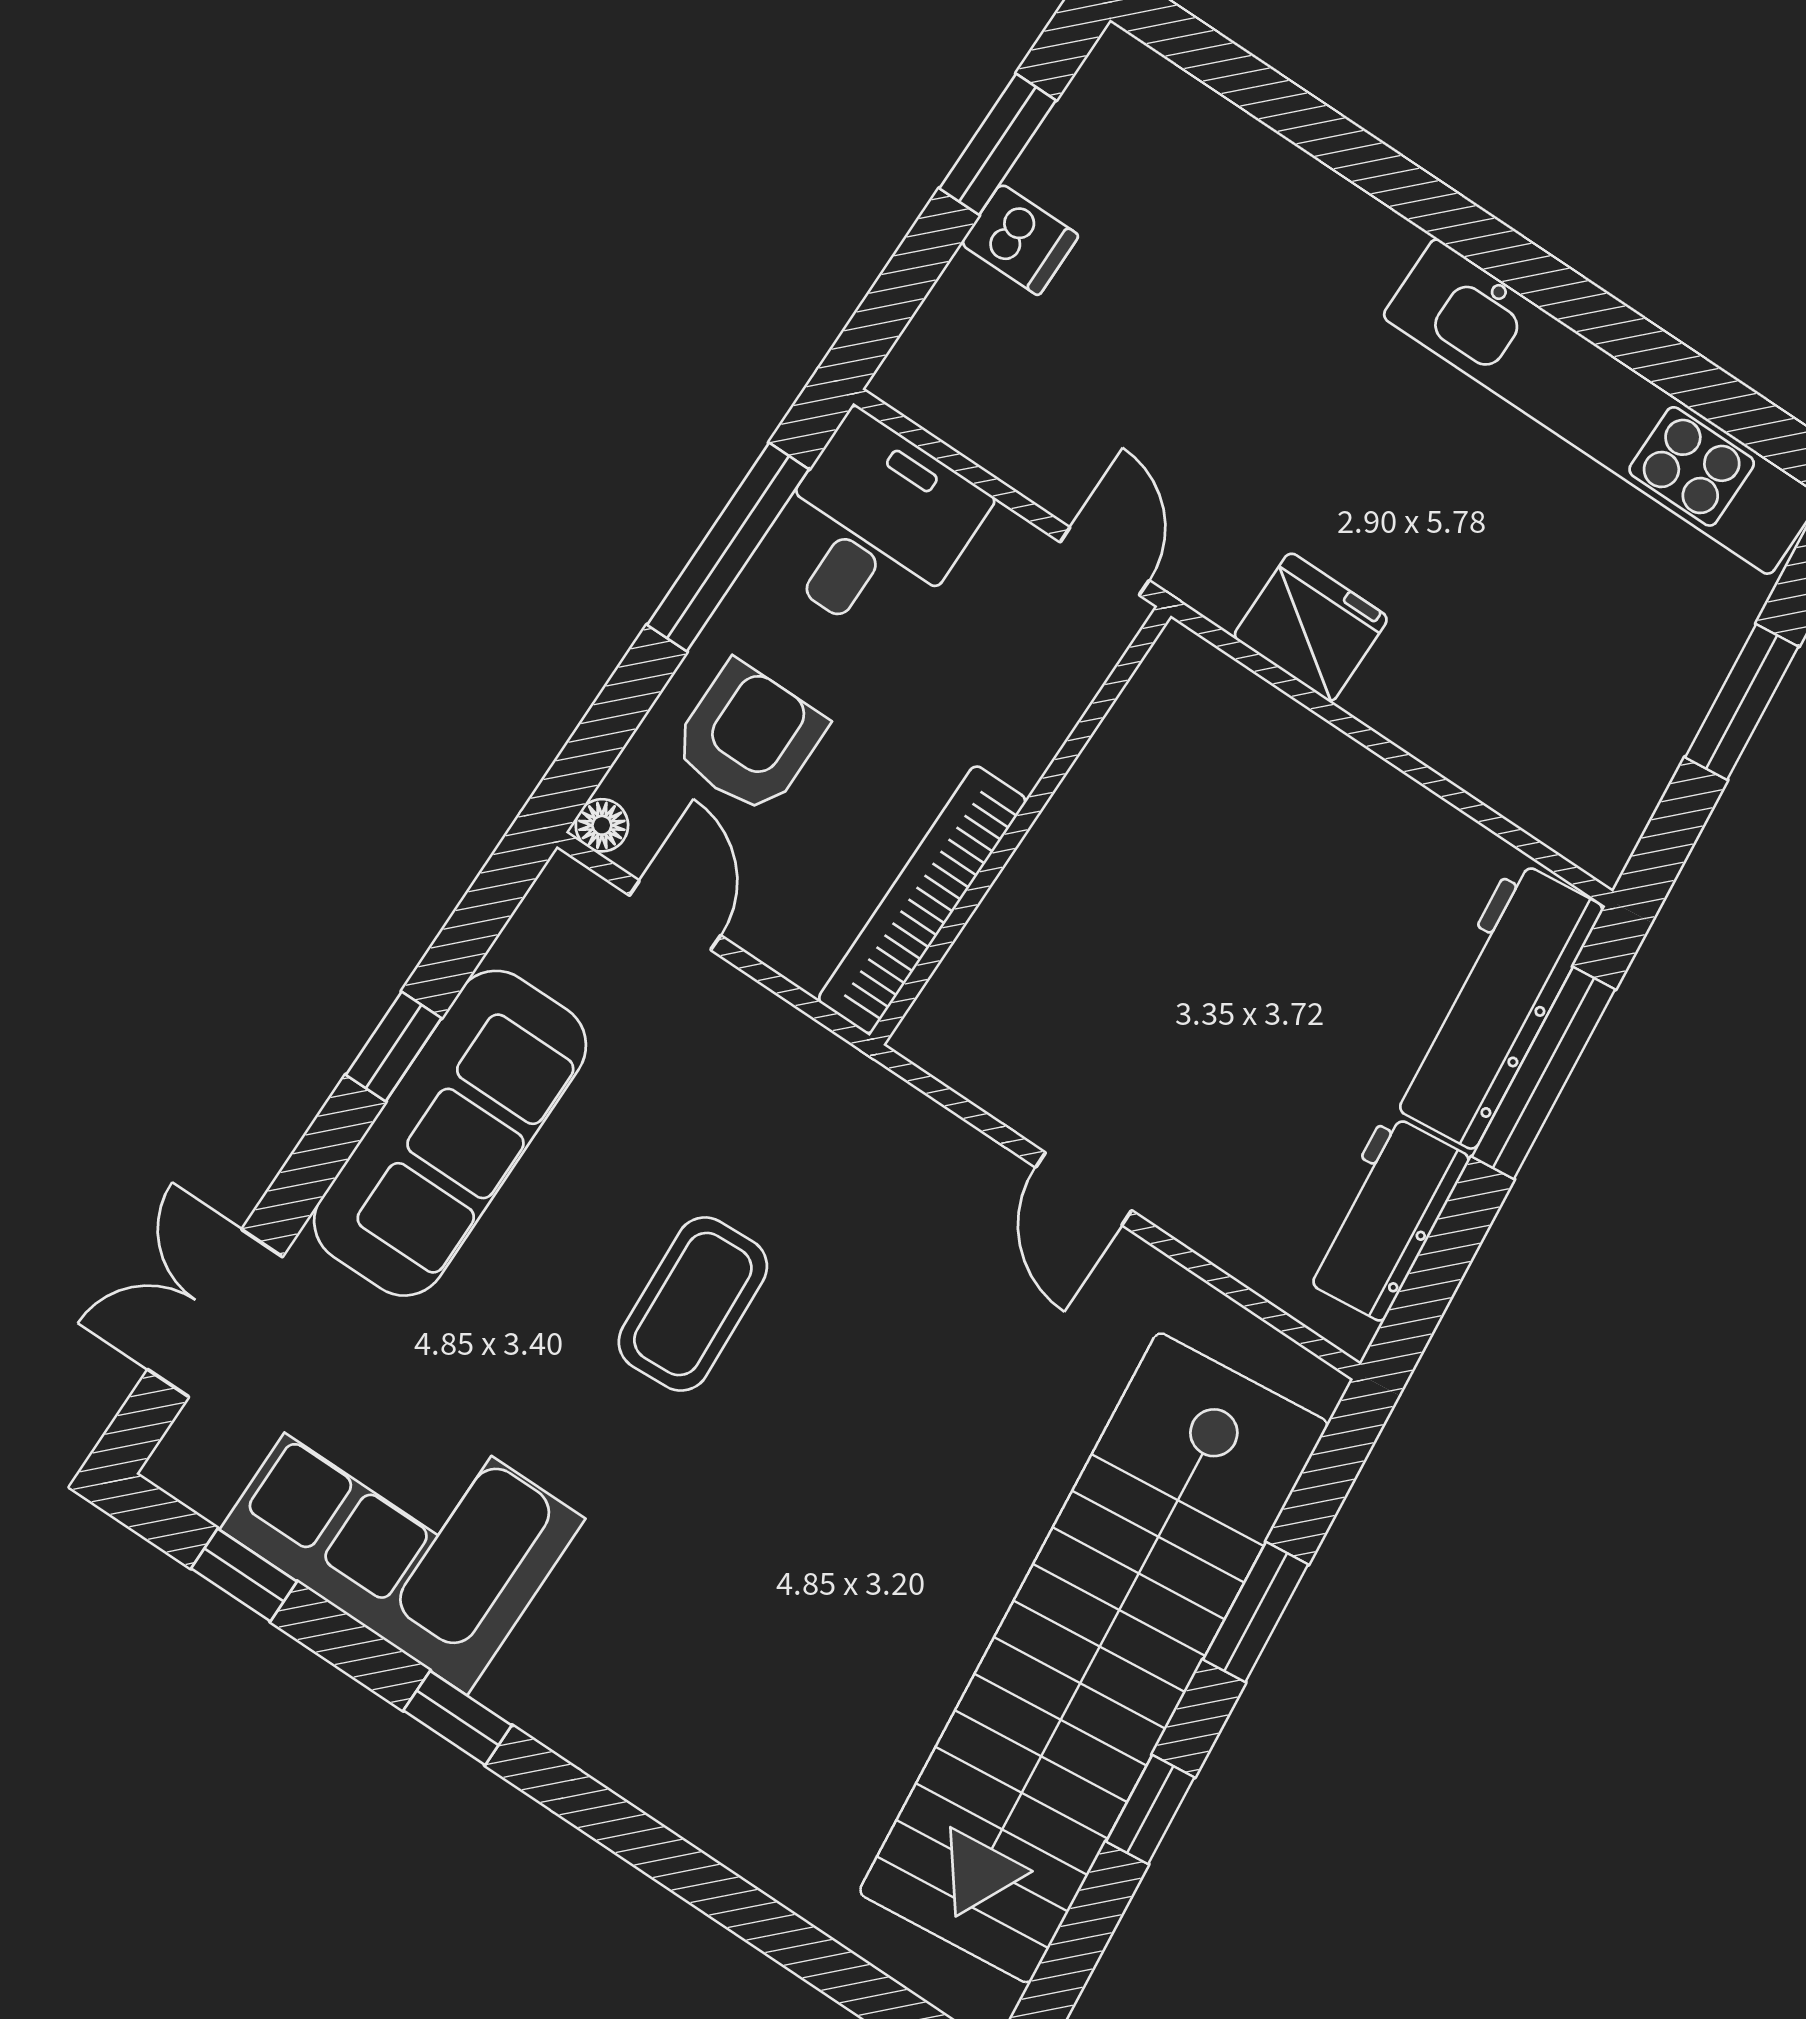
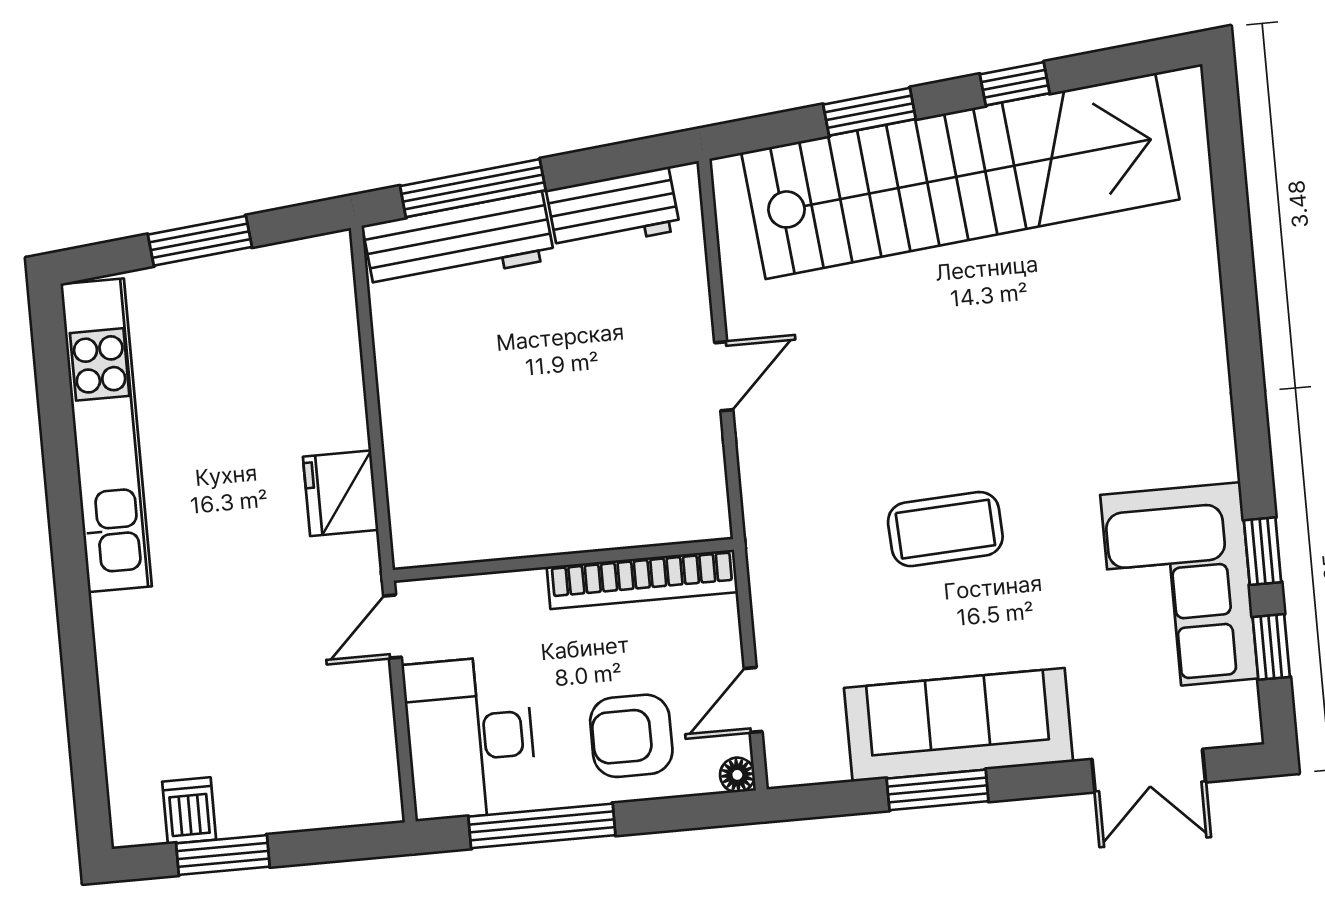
dishwasher: (1020, 240) -> (189, 811), moved
desk: (873, 528) -> (470, 738), width x1.37
window: (394, 1046) -> (938, 790), width x1.50
window: (458, 1718) -> (1263, 551), moved

